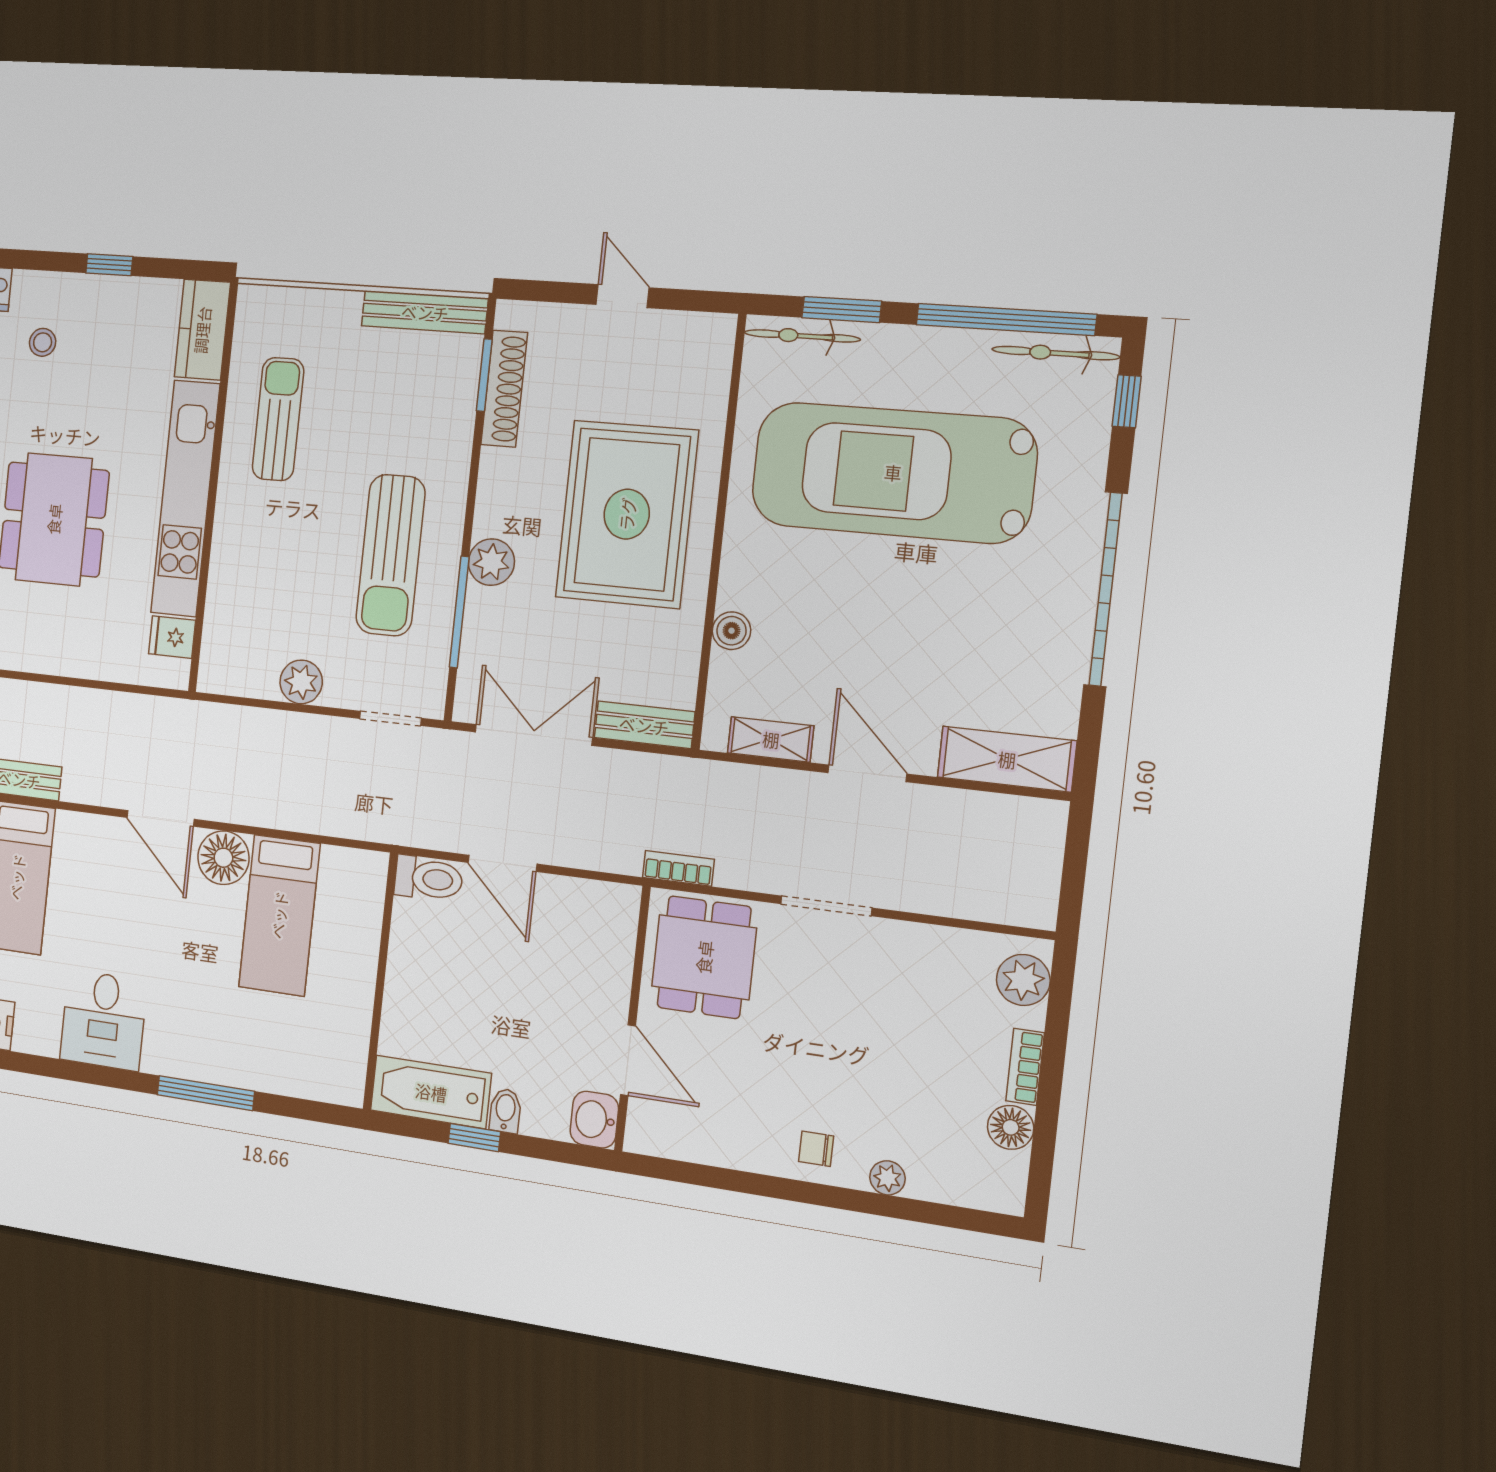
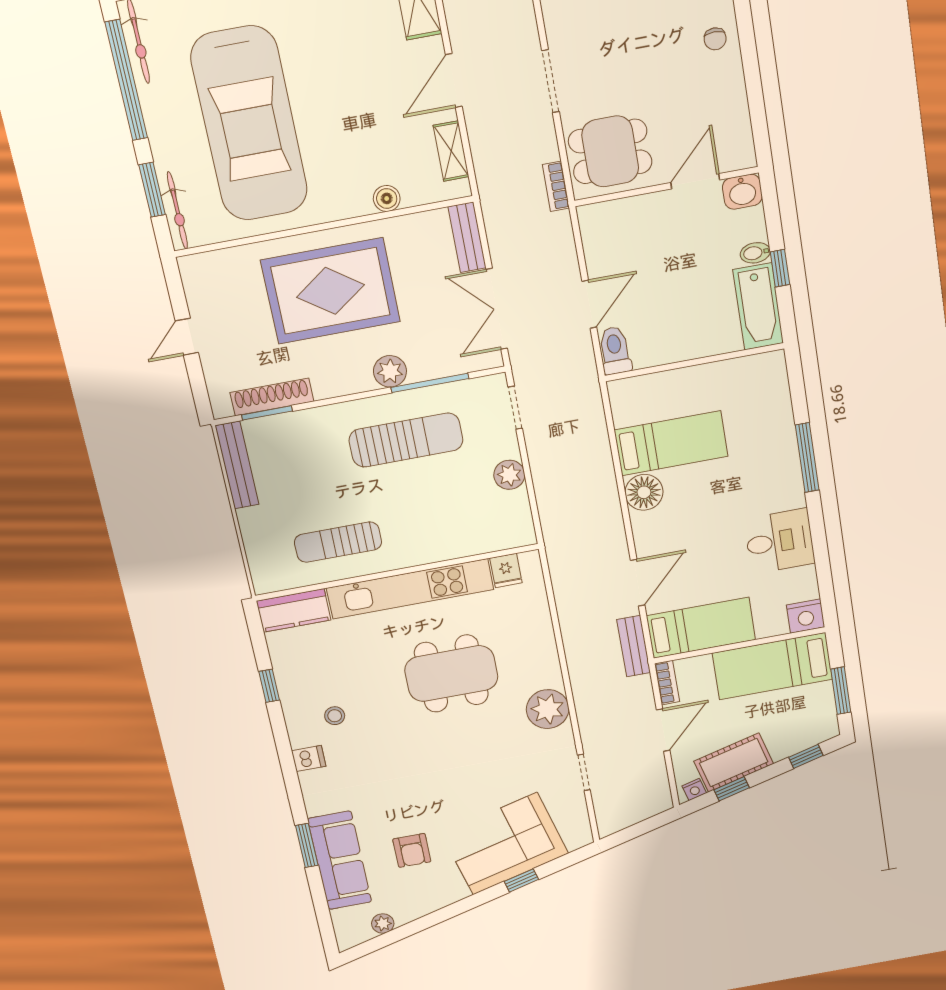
door: (160, 818) -> (638, 583), moved

